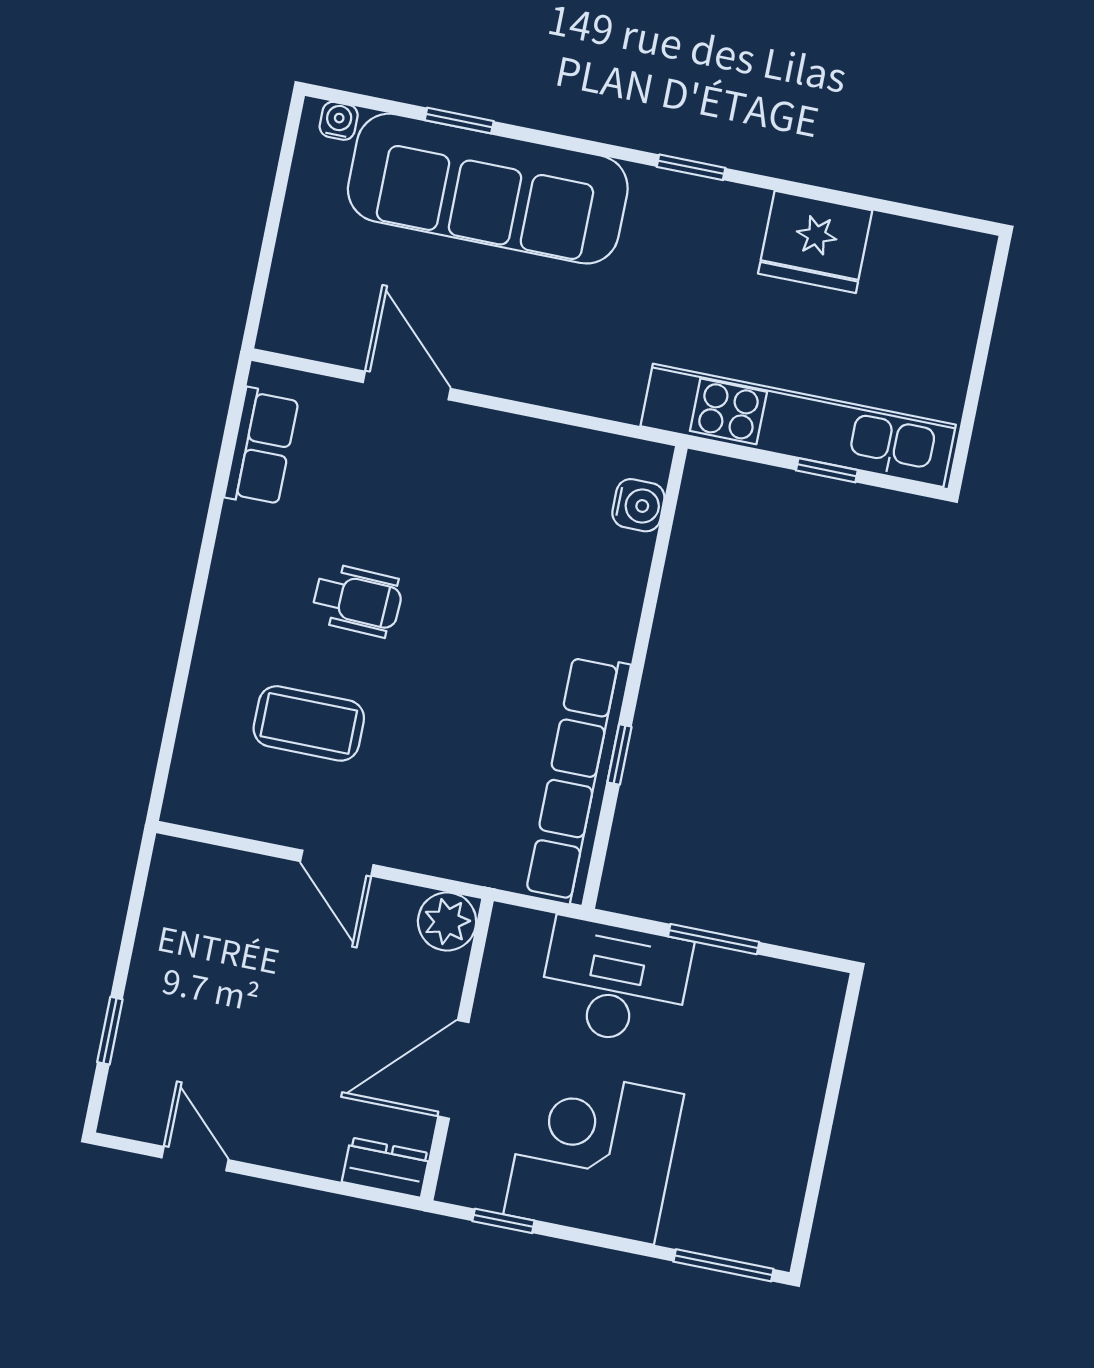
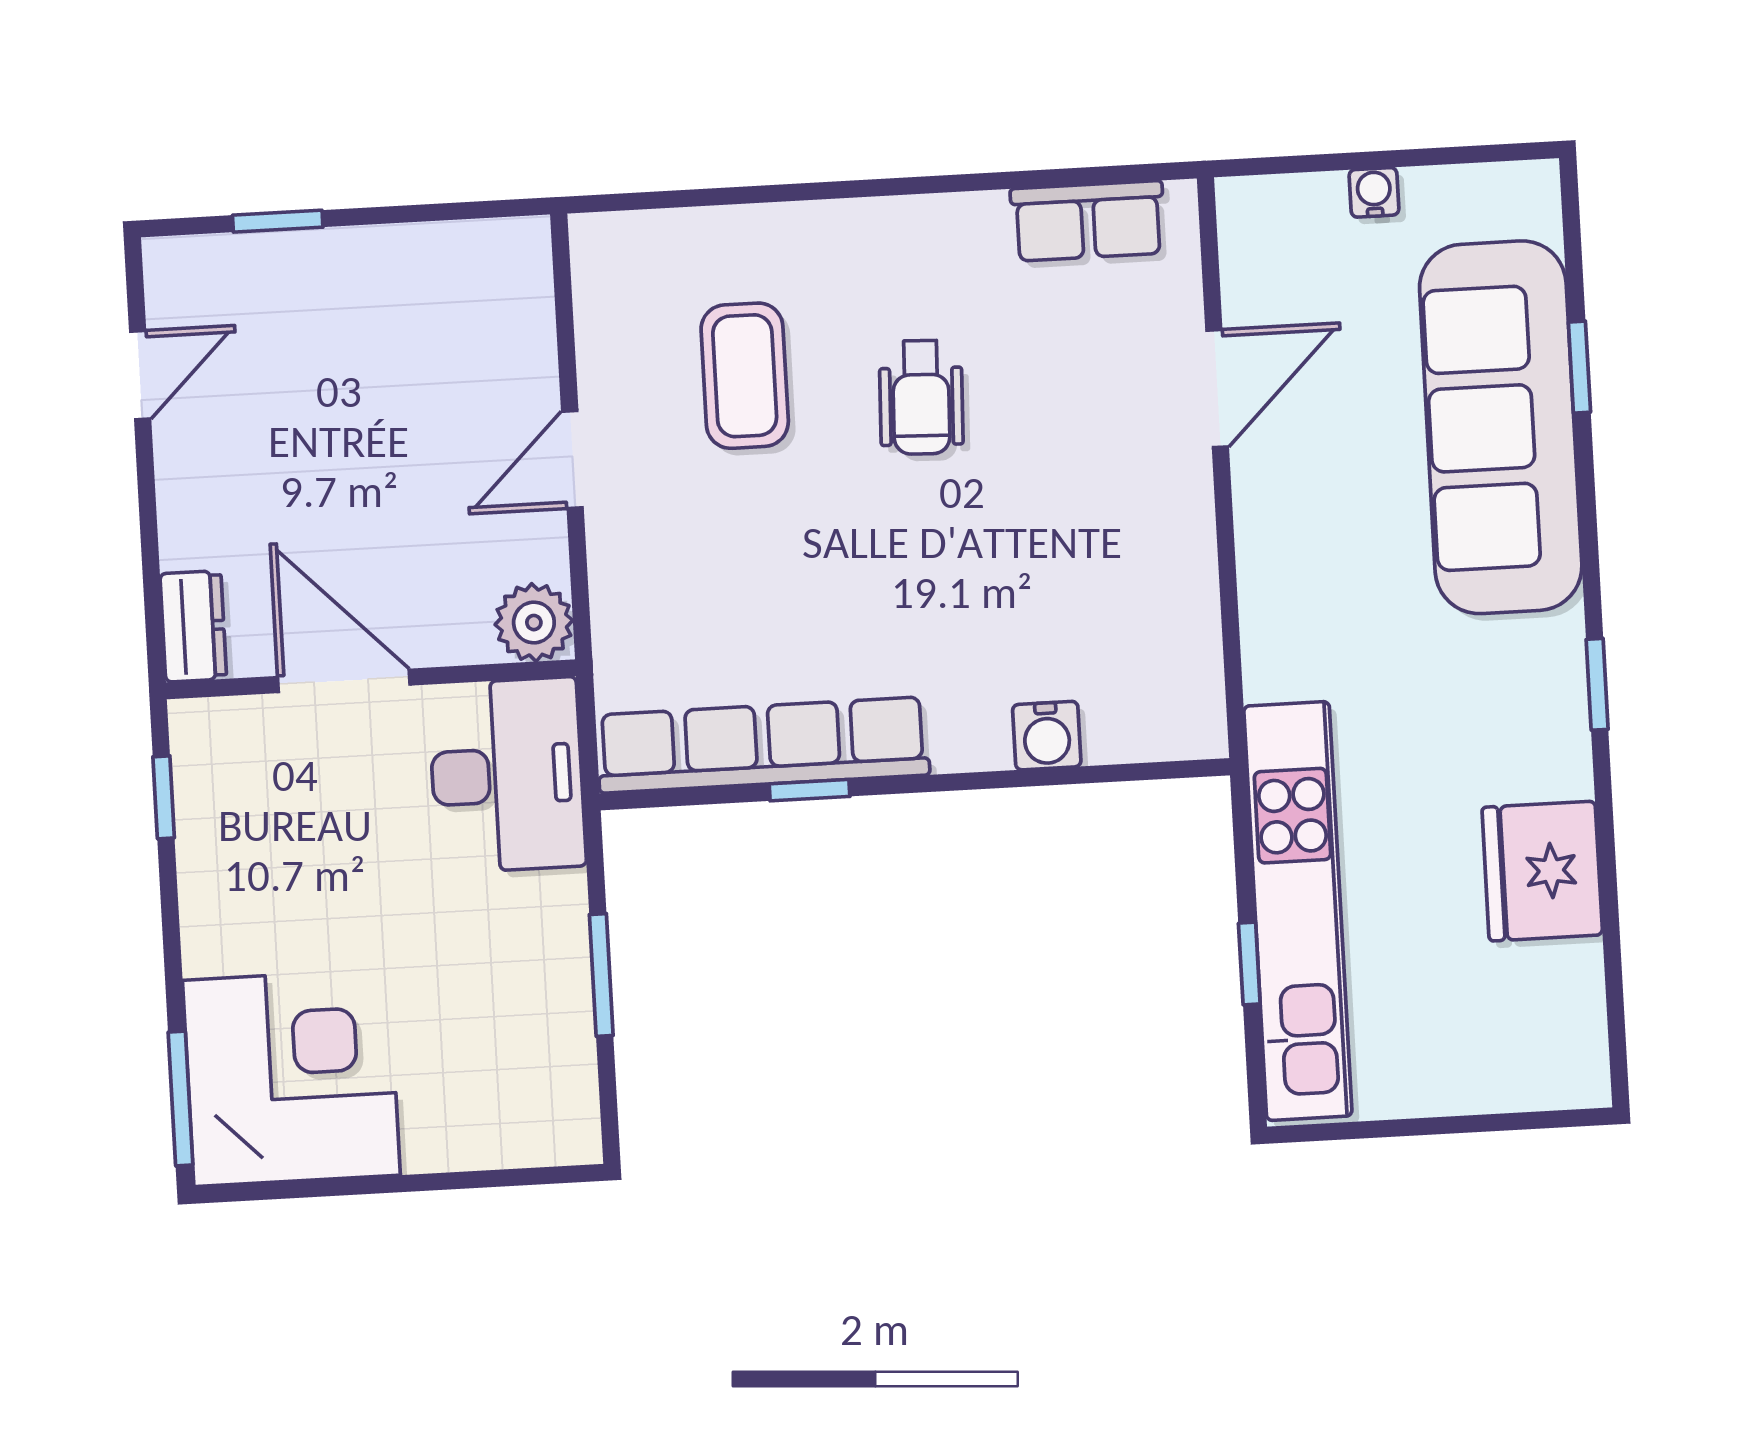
water cooler: (339, 121) -> (1374, 192), moved, turned -90
water cooler: (638, 505) -> (1047, 736), moved
desk: (615, 982) -> (507, 775), moved
corner desk: (594, 1154) -> (291, 1078), moved

